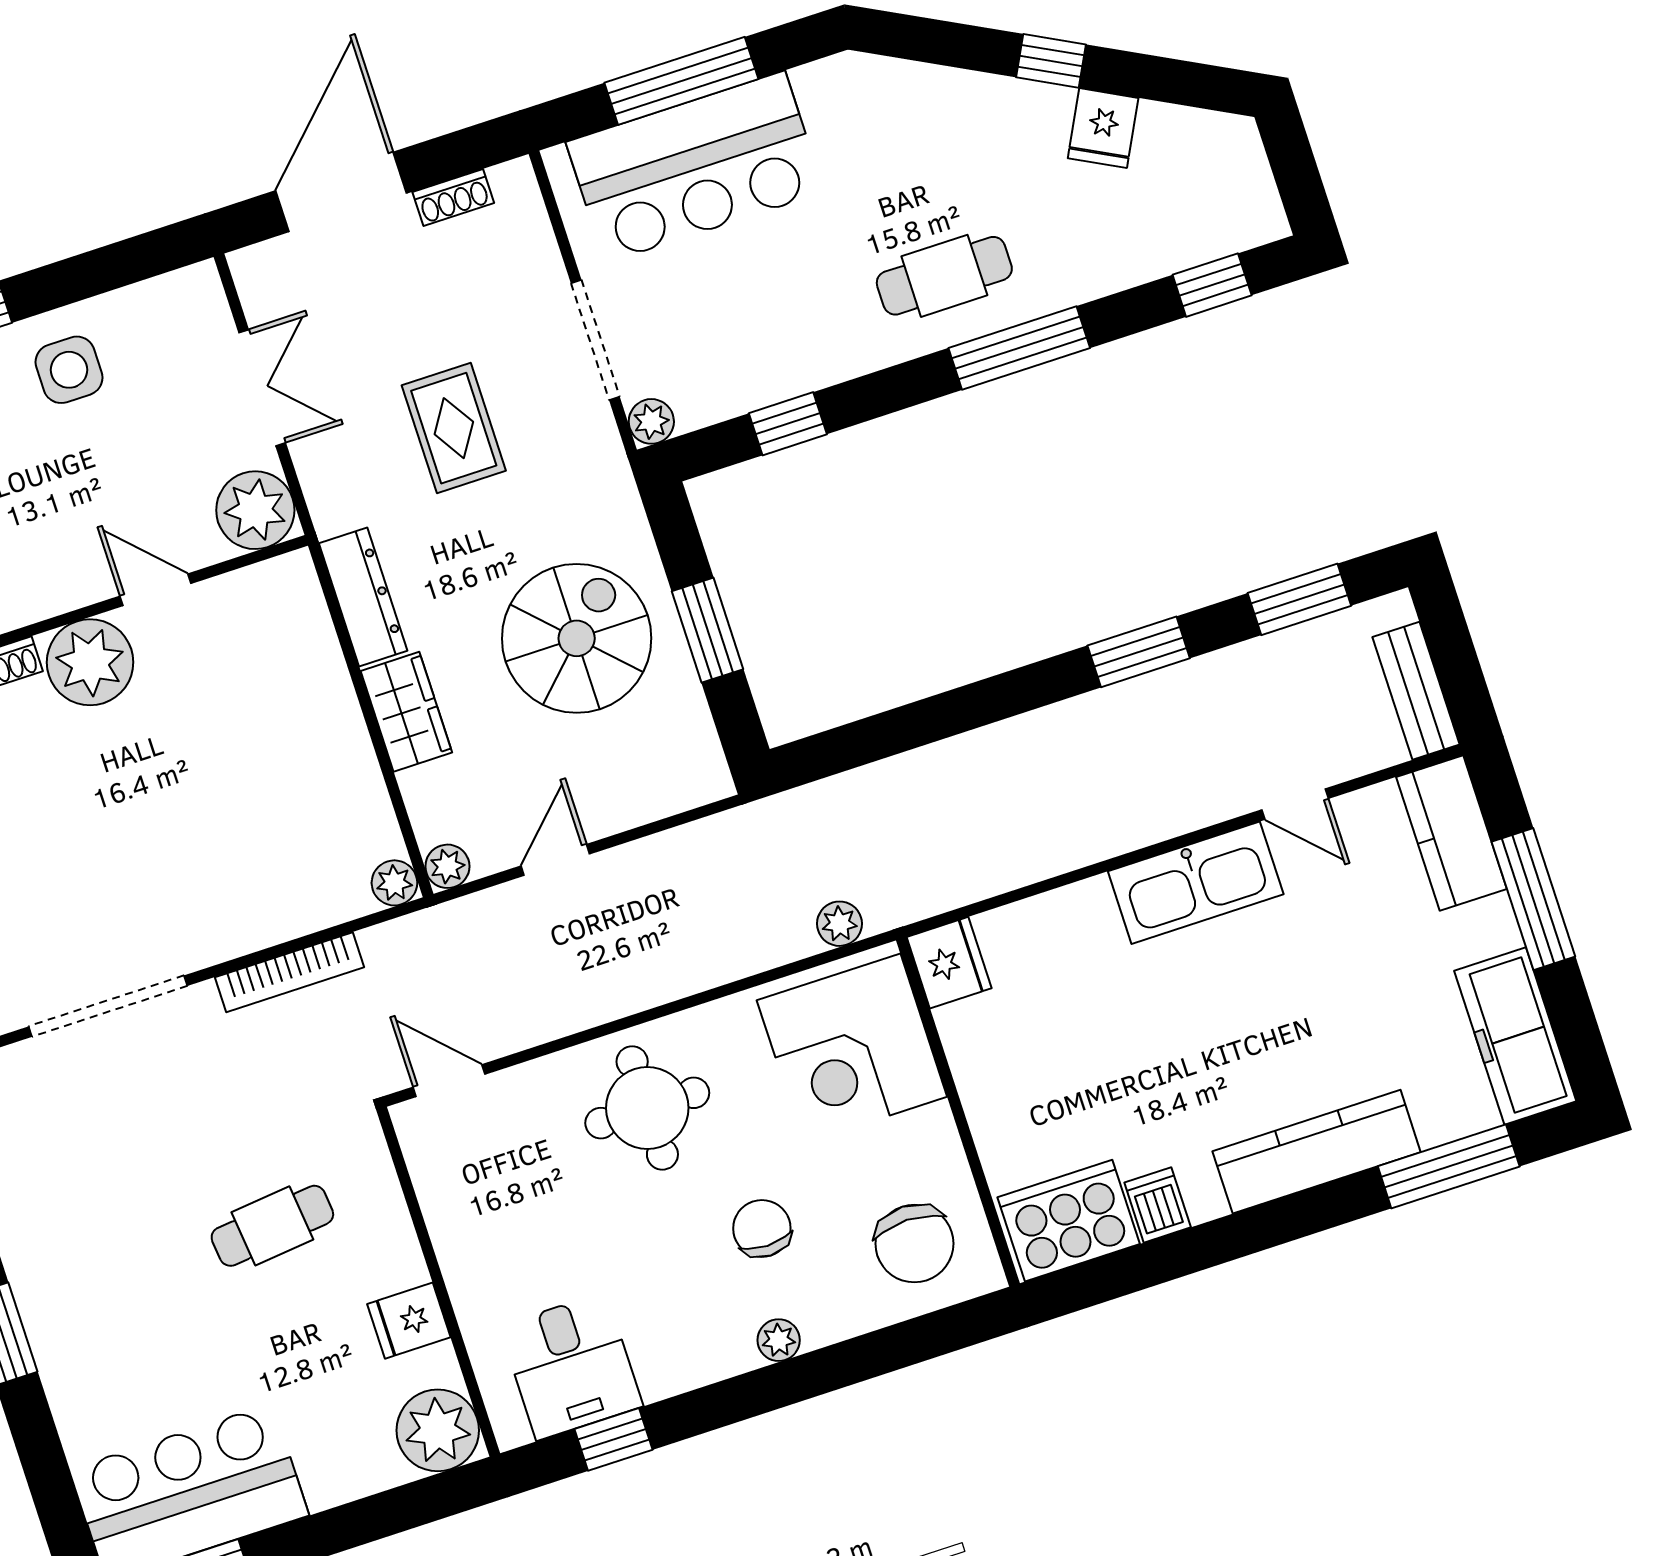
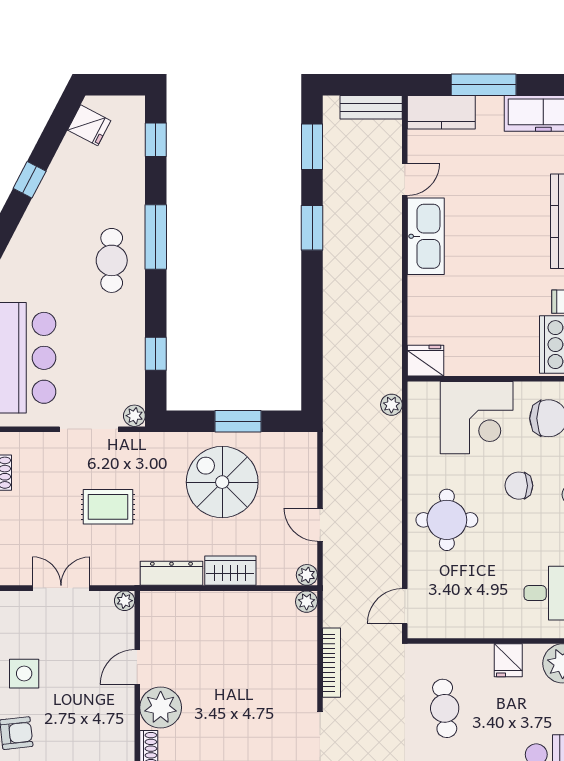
fridge: (1103, 128) -> (89, 125), moved
plant: (255, 510) -> (125, 601), width x0.53, depth x0.53
corner desk: (852, 1049) -> (477, 418), moved

